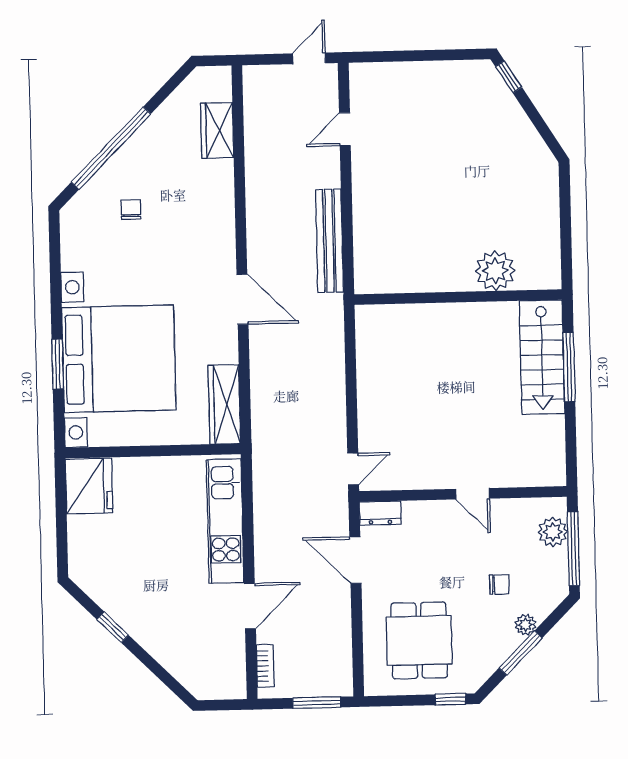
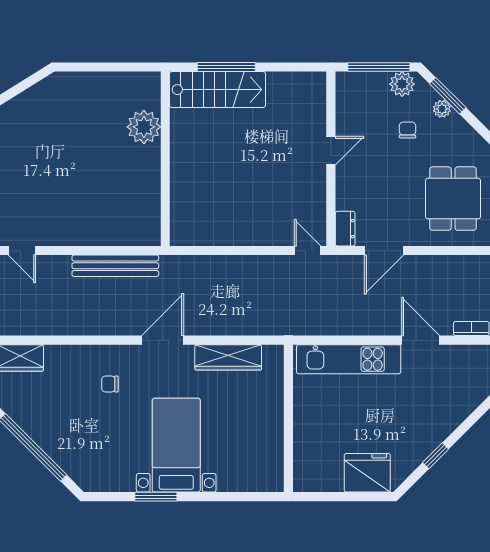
chair: (131, 210) -> (110, 384), moved
bed with nightstands: (119, 359) -> (176, 445), width x0.54
window: (58, 364) -> (156, 497), moved
wardrobe: (224, 404) -> (228, 357), moved
fridge: (89, 486) -> (367, 473), moved
plant: (553, 532) -> (402, 84), moved
dining table: (419, 640) -> (453, 199), turned 90
window: (521, 653) -> (448, 96), moved

